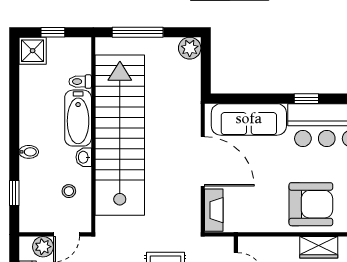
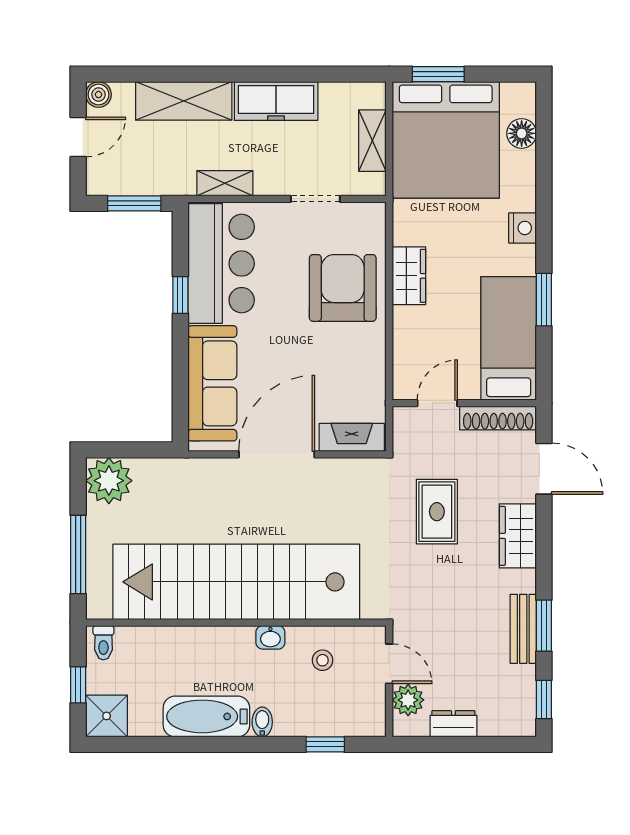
plant: (190, 48) -> (109, 481), width x1.36, depth x1.36
toilet: (80, 82) -> (103, 643), moved
bathtub: (78, 118) -> (206, 716), moved, turned 180

